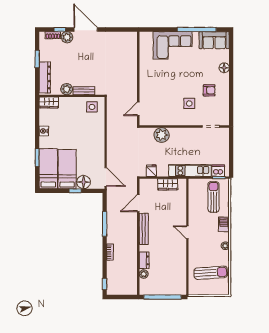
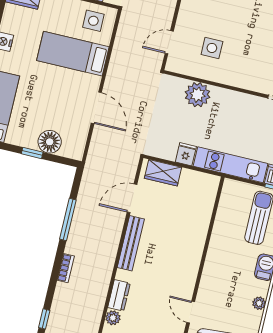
side table: (189, 103) -> (212, 48), moved
bed: (67, 169) -> (73, 54), moved, turned -90
fridge: (151, 171) -> (186, 154), moved
door: (106, 177) -> (96, 108), moved
wardrobe: (168, 184) -> (163, 173), moved
door: (187, 232) -> (191, 312), moved

